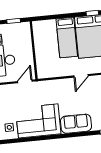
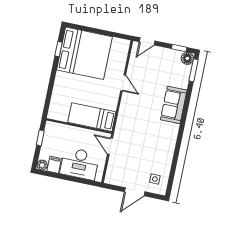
bed: (67, 38) -> (92, 117), moved, turned 180
corner sofa: (38, 121) -> (158, 145), removed

